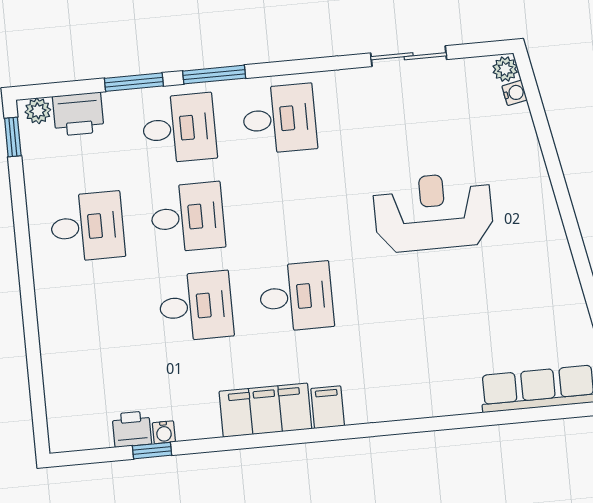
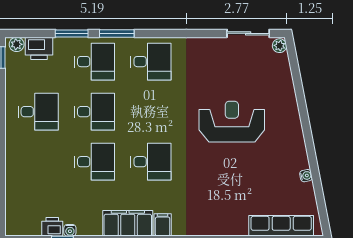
sliding door: (409, 56) -> (248, 33), moved
water cooler: (514, 93) -> (306, 176), moved

